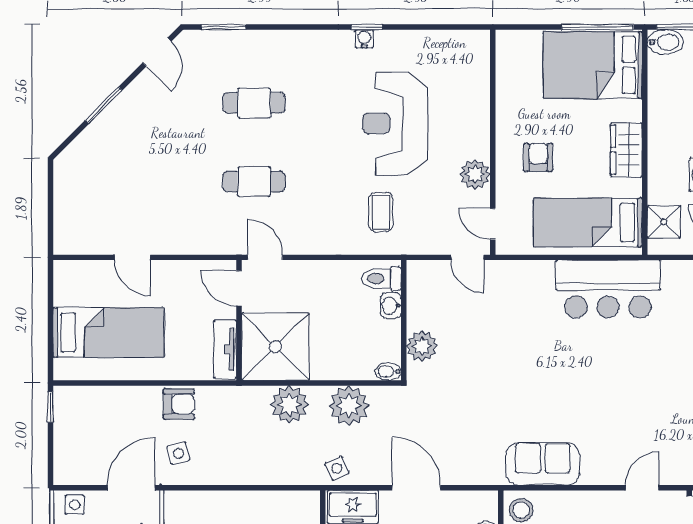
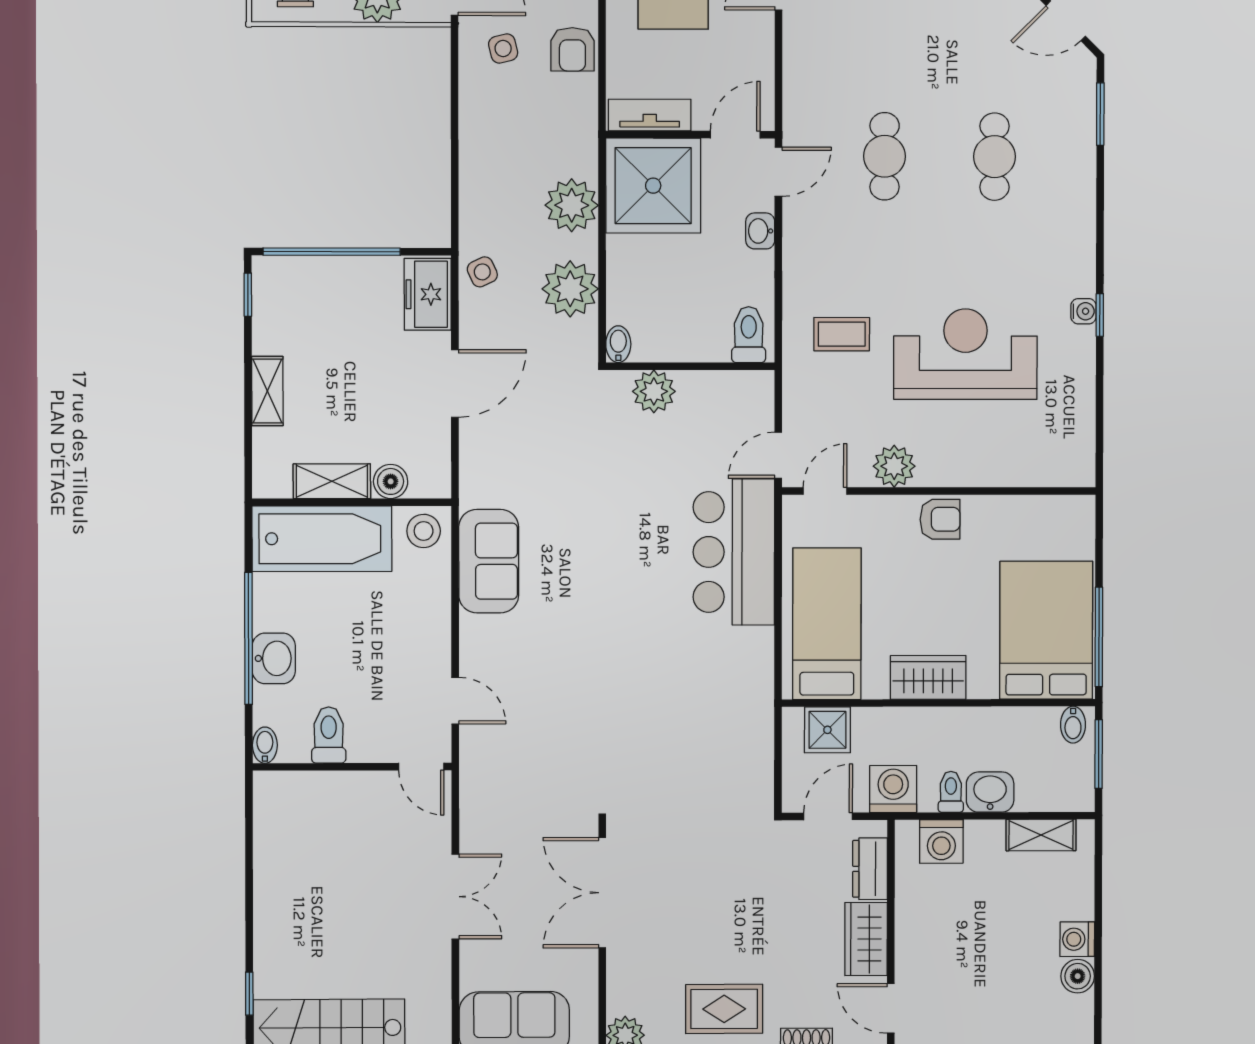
bidet: (665, 42) -> (1073, 725), width x0.72, depth x0.74
armchair: (538, 157) -> (940, 519), moved
bar counter: (608, 289) -> (734, 552), moved
washbasin: (391, 306) -> (760, 231), moved, turned -90

